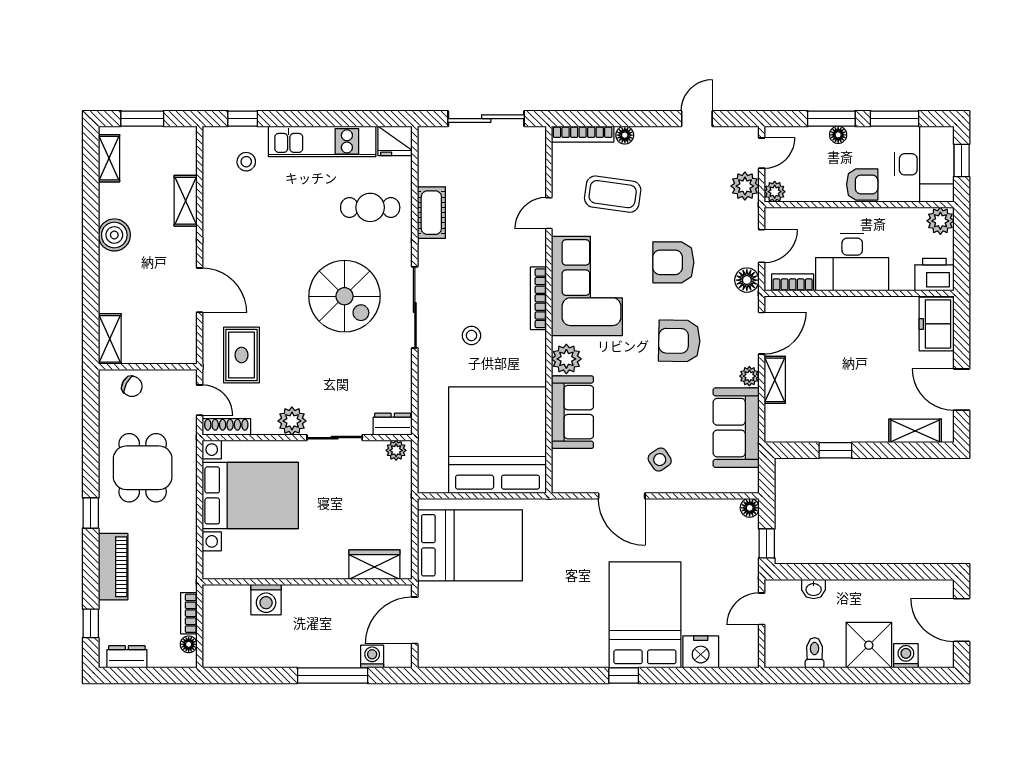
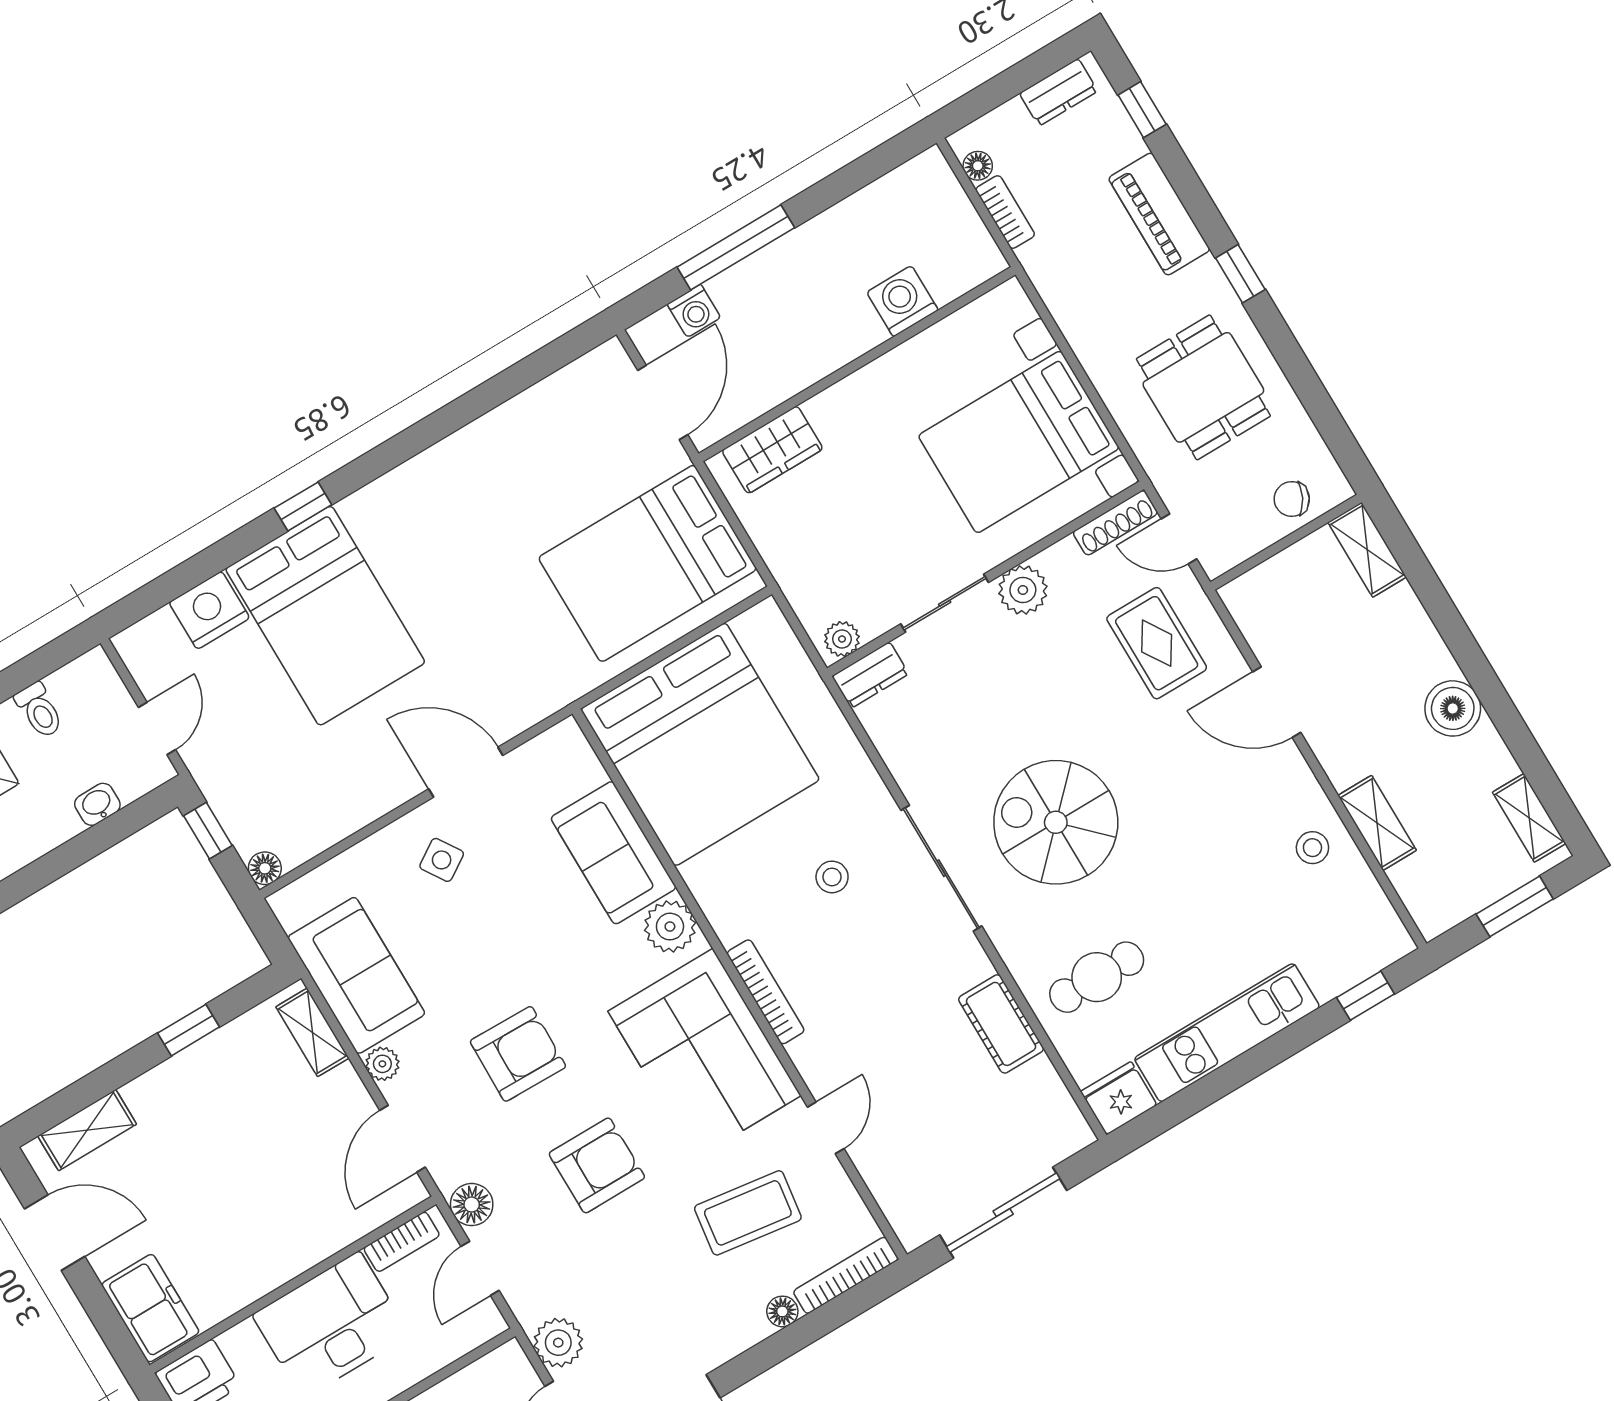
stool: (246, 162) -> (1312, 848), moved
plant: (775, 192) -> (509, 1361), removed
shelving: (775, 380) -> (312, 1032), moved

